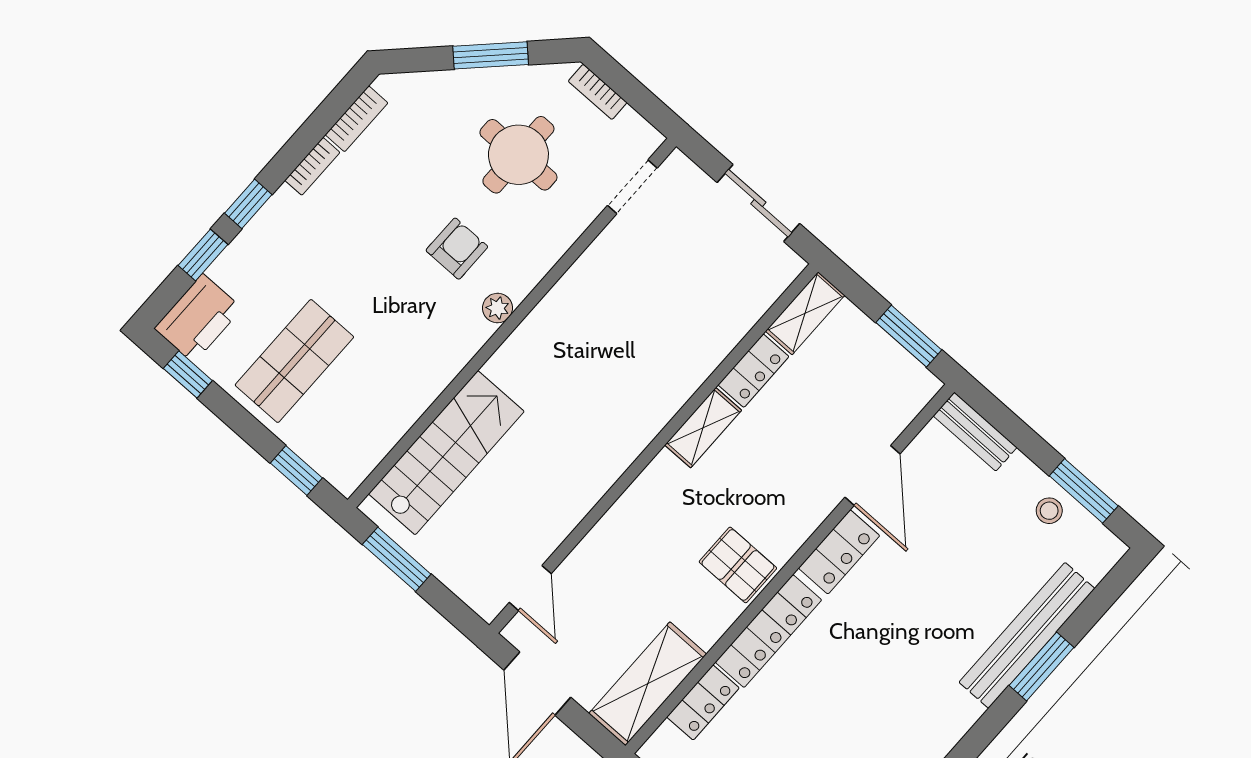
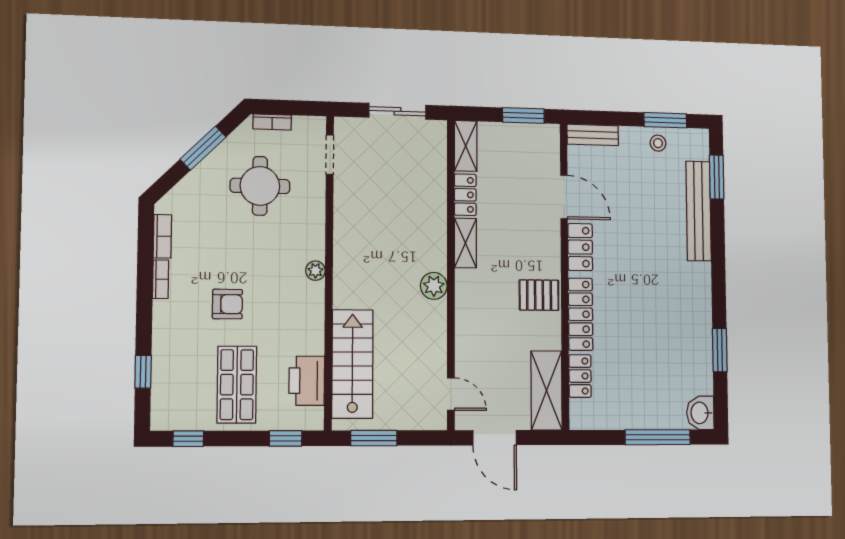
window: (248, 204) -> (144, 326), removed
armchair: (457, 249) -> (227, 304), moved, turned 90
printer: (198, 318) -> (307, 381), moved, turned 180
plant: (621, 445) -> (434, 286), added
window: (1042, 666) -> (717, 177), moved

